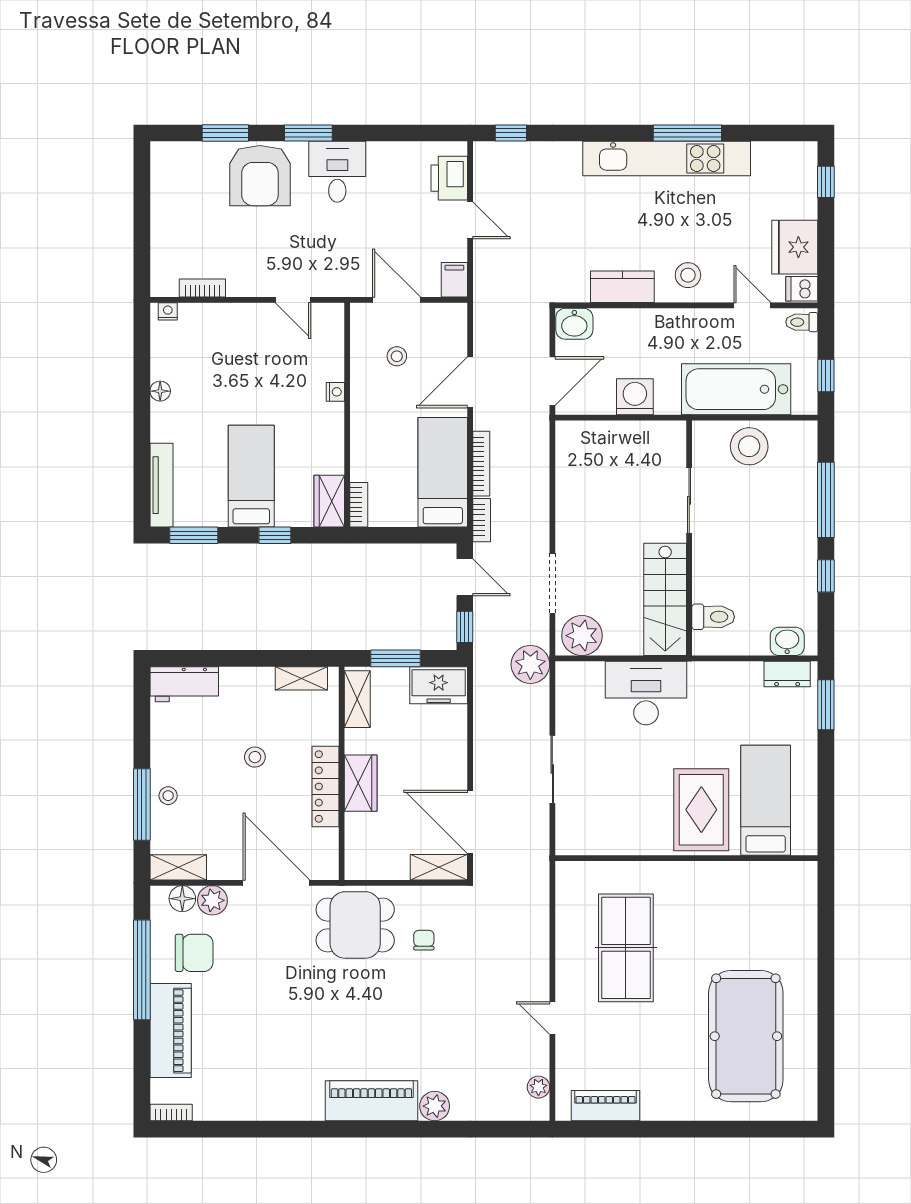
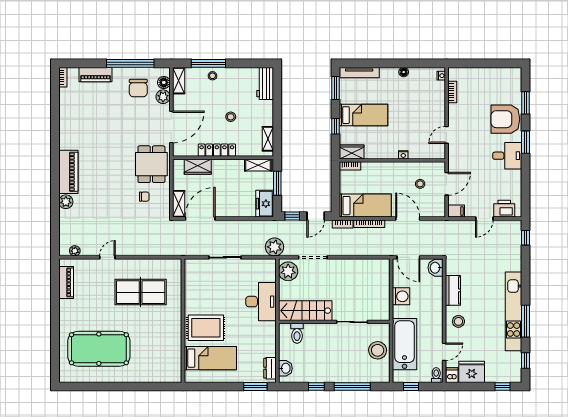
window: (771, 133) -> (526, 360), added
wardrobe: (361, 783) -> (198, 167), moved
piano: (171, 1031) -> (96, 75), width x0.73, depth x0.75

